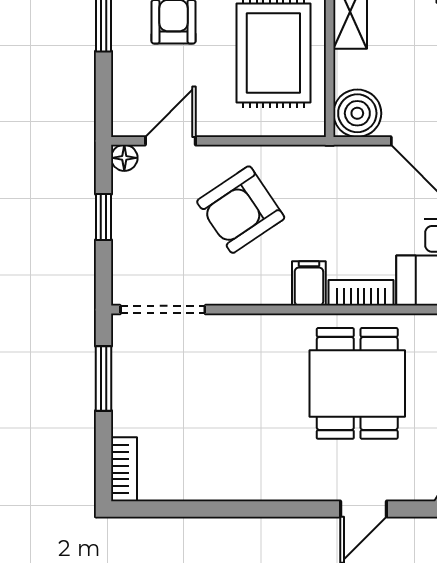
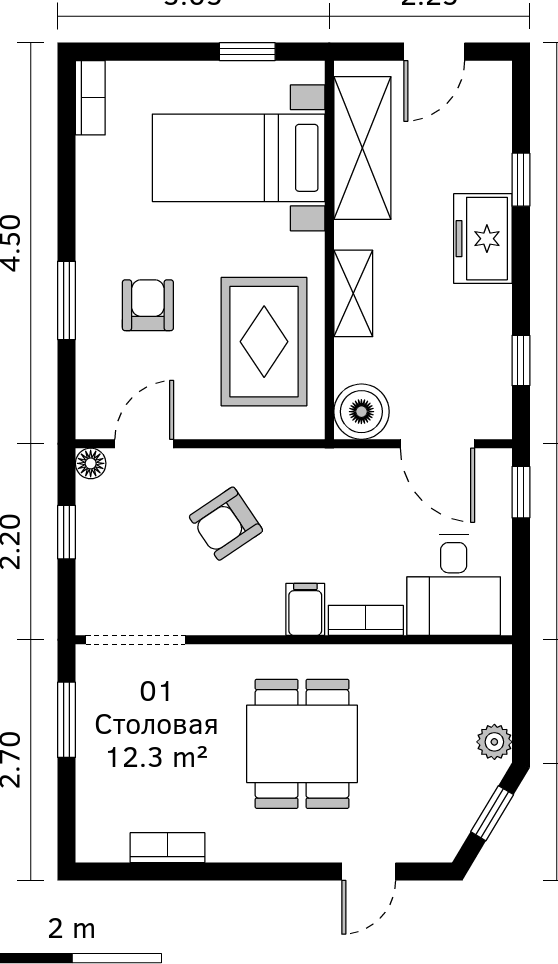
armchair: (241, 210) -> (226, 524), width x0.72, depth x0.72
dining table: (357, 383) -> (302, 744), moved
bookcase: (124, 469) -> (168, 848), moved, turned -90

